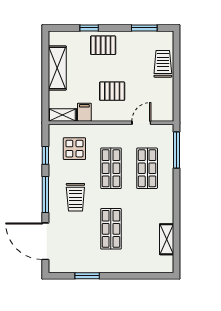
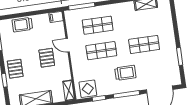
filing cabinet: (84, 112) -> (56, 17), moved
door: (141, 123) -> (68, 45), moved
display table: (74, 149) -> (88, 89), moved

